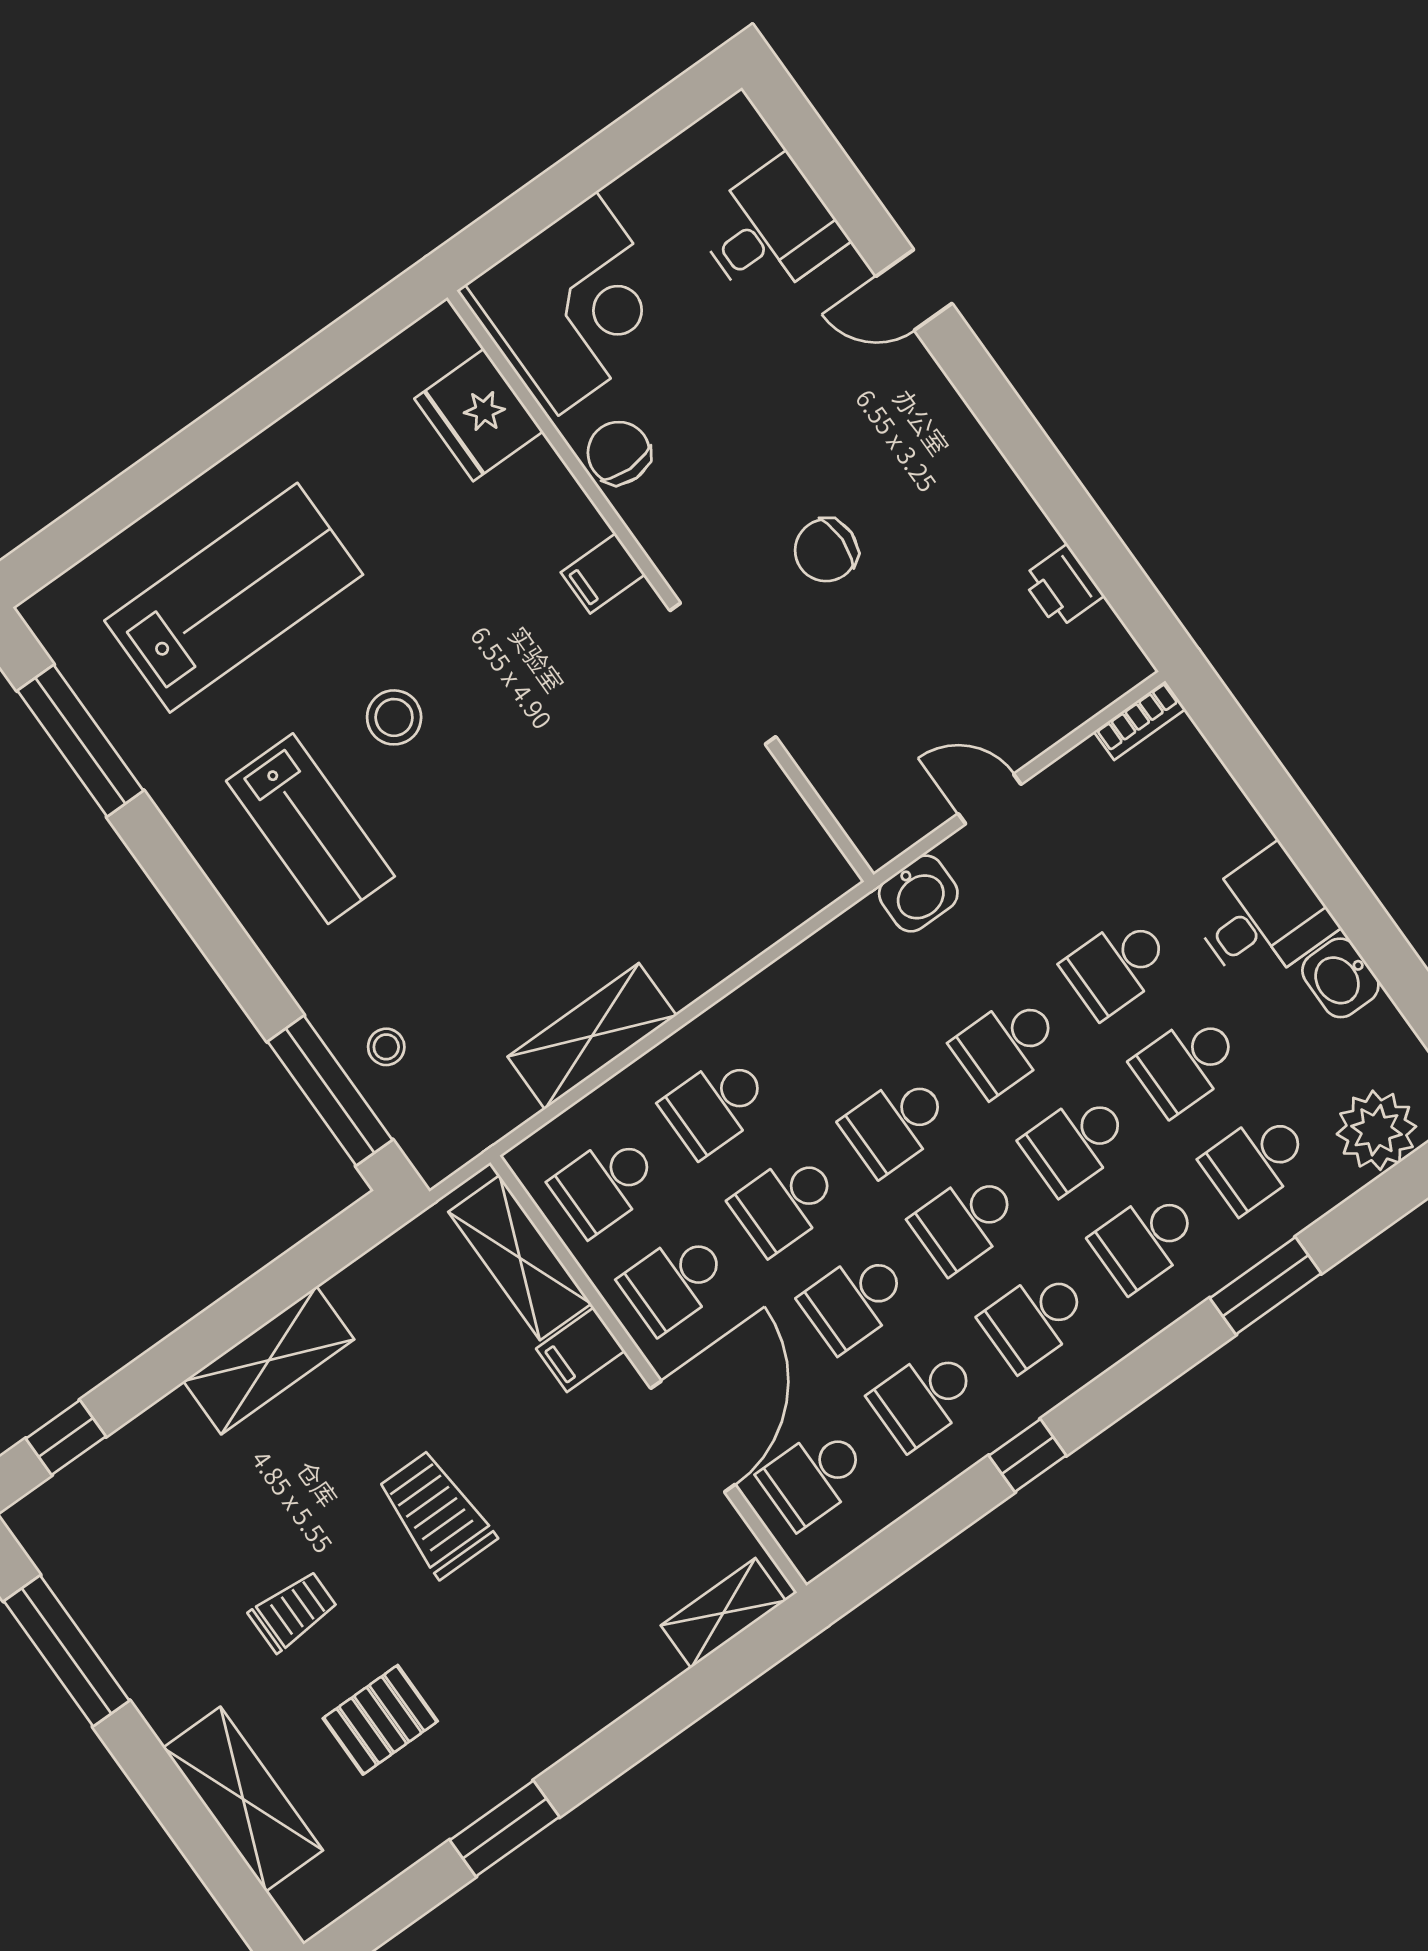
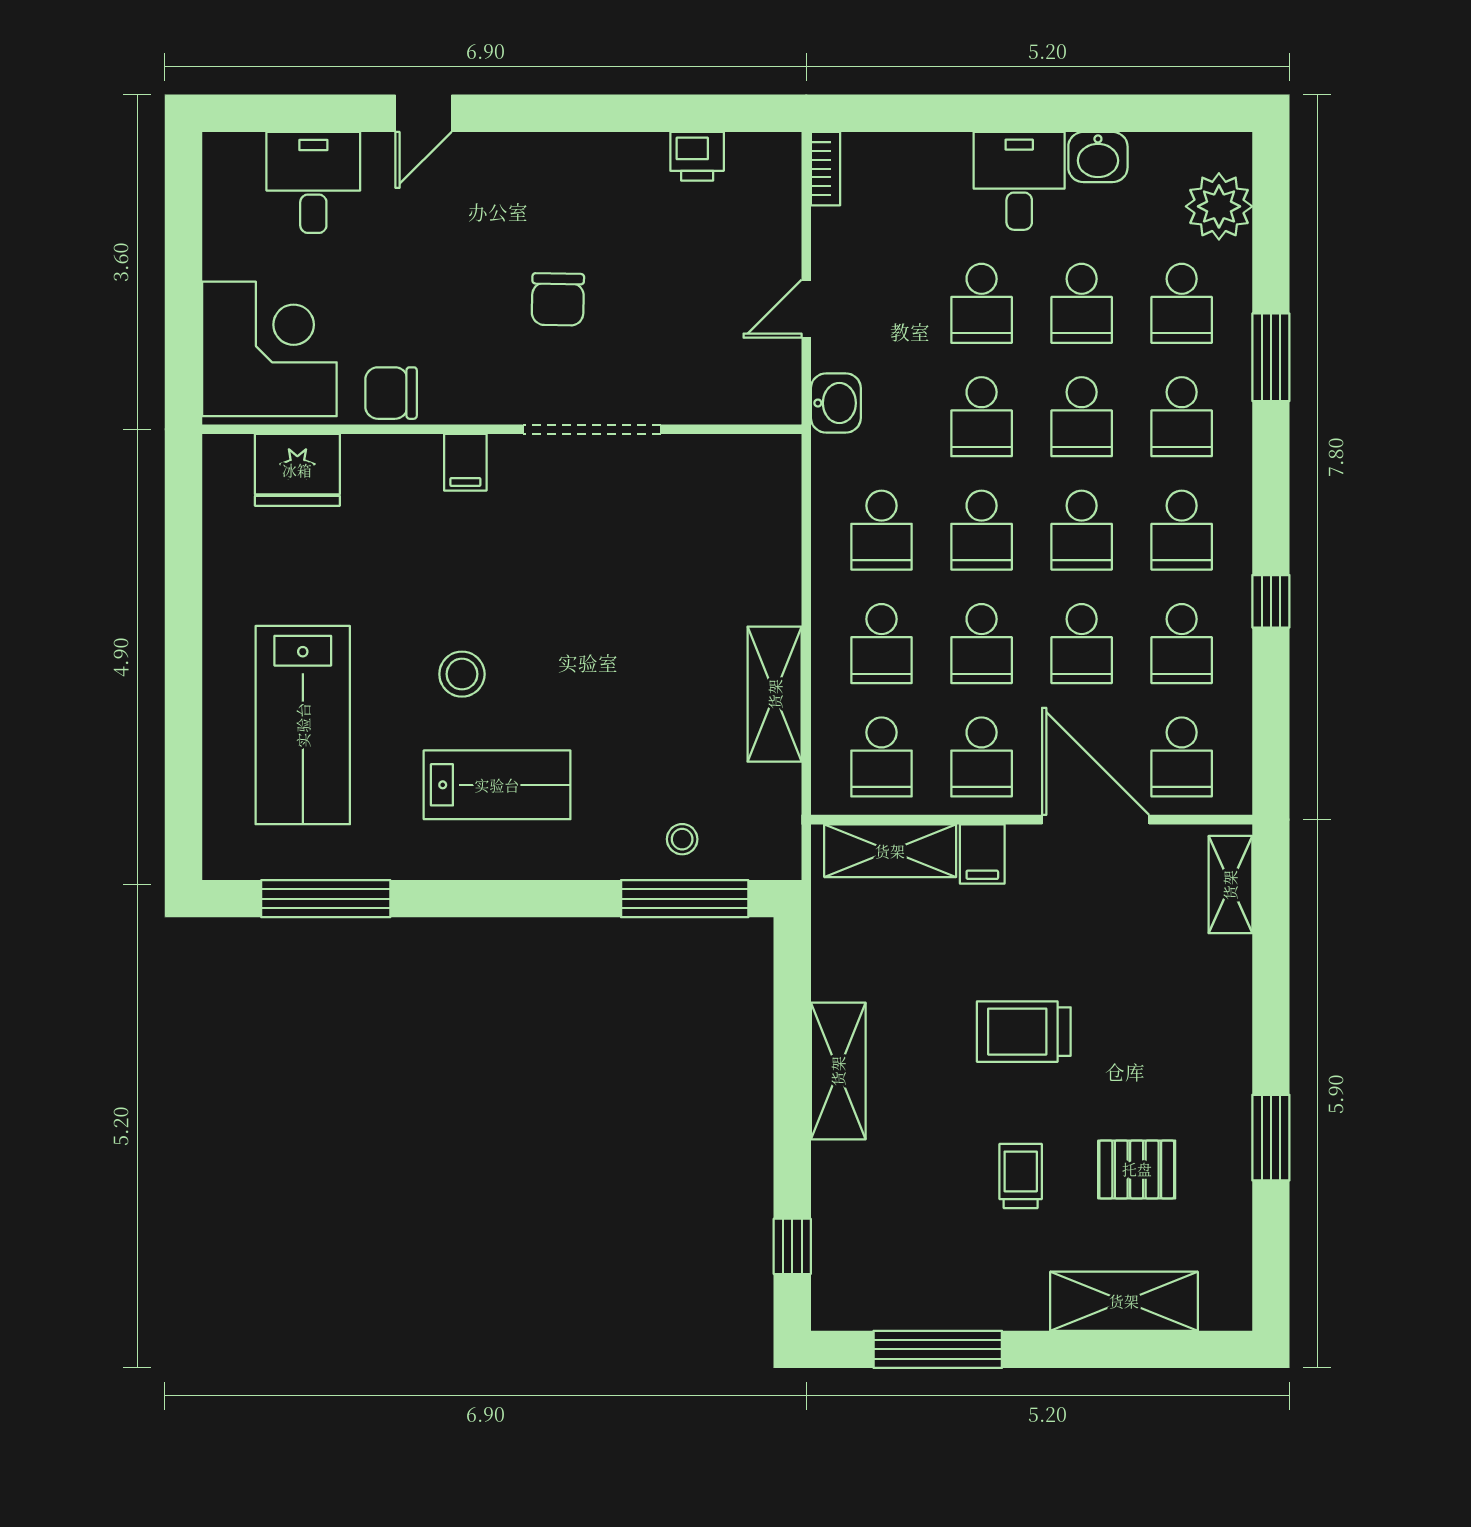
lab bench: (234, 598) -> (303, 725), turned 180
school desk: (826, 1026) -> (881, 530), added
pallet: (380, 1720) -> (1137, 1169), turned 90

